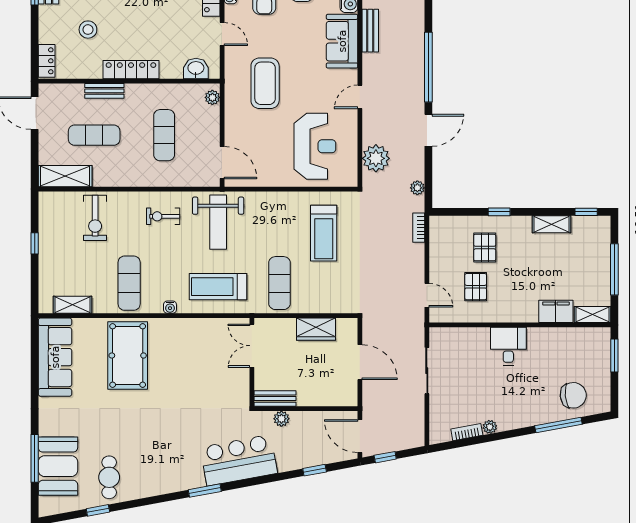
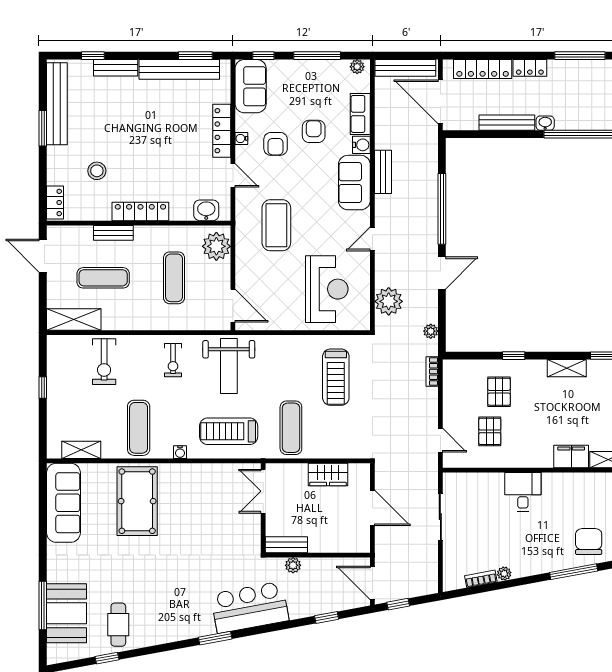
plant: (212, 97) -> (216, 246), width x1.87, depth x1.87
exercise bike: (163, 216) -> (173, 360), turned -90
chair: (573, 395) -> (589, 542), turned -84

